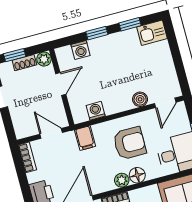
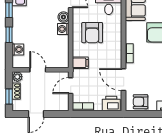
washing machine: (96, 111) -> (63, 29), moved
armchair: (130, 143) -> (92, 33), turned 180
floor lamp: (137, 175) -> (116, 33), removed
plant: (122, 180) -> (117, 45), removed

